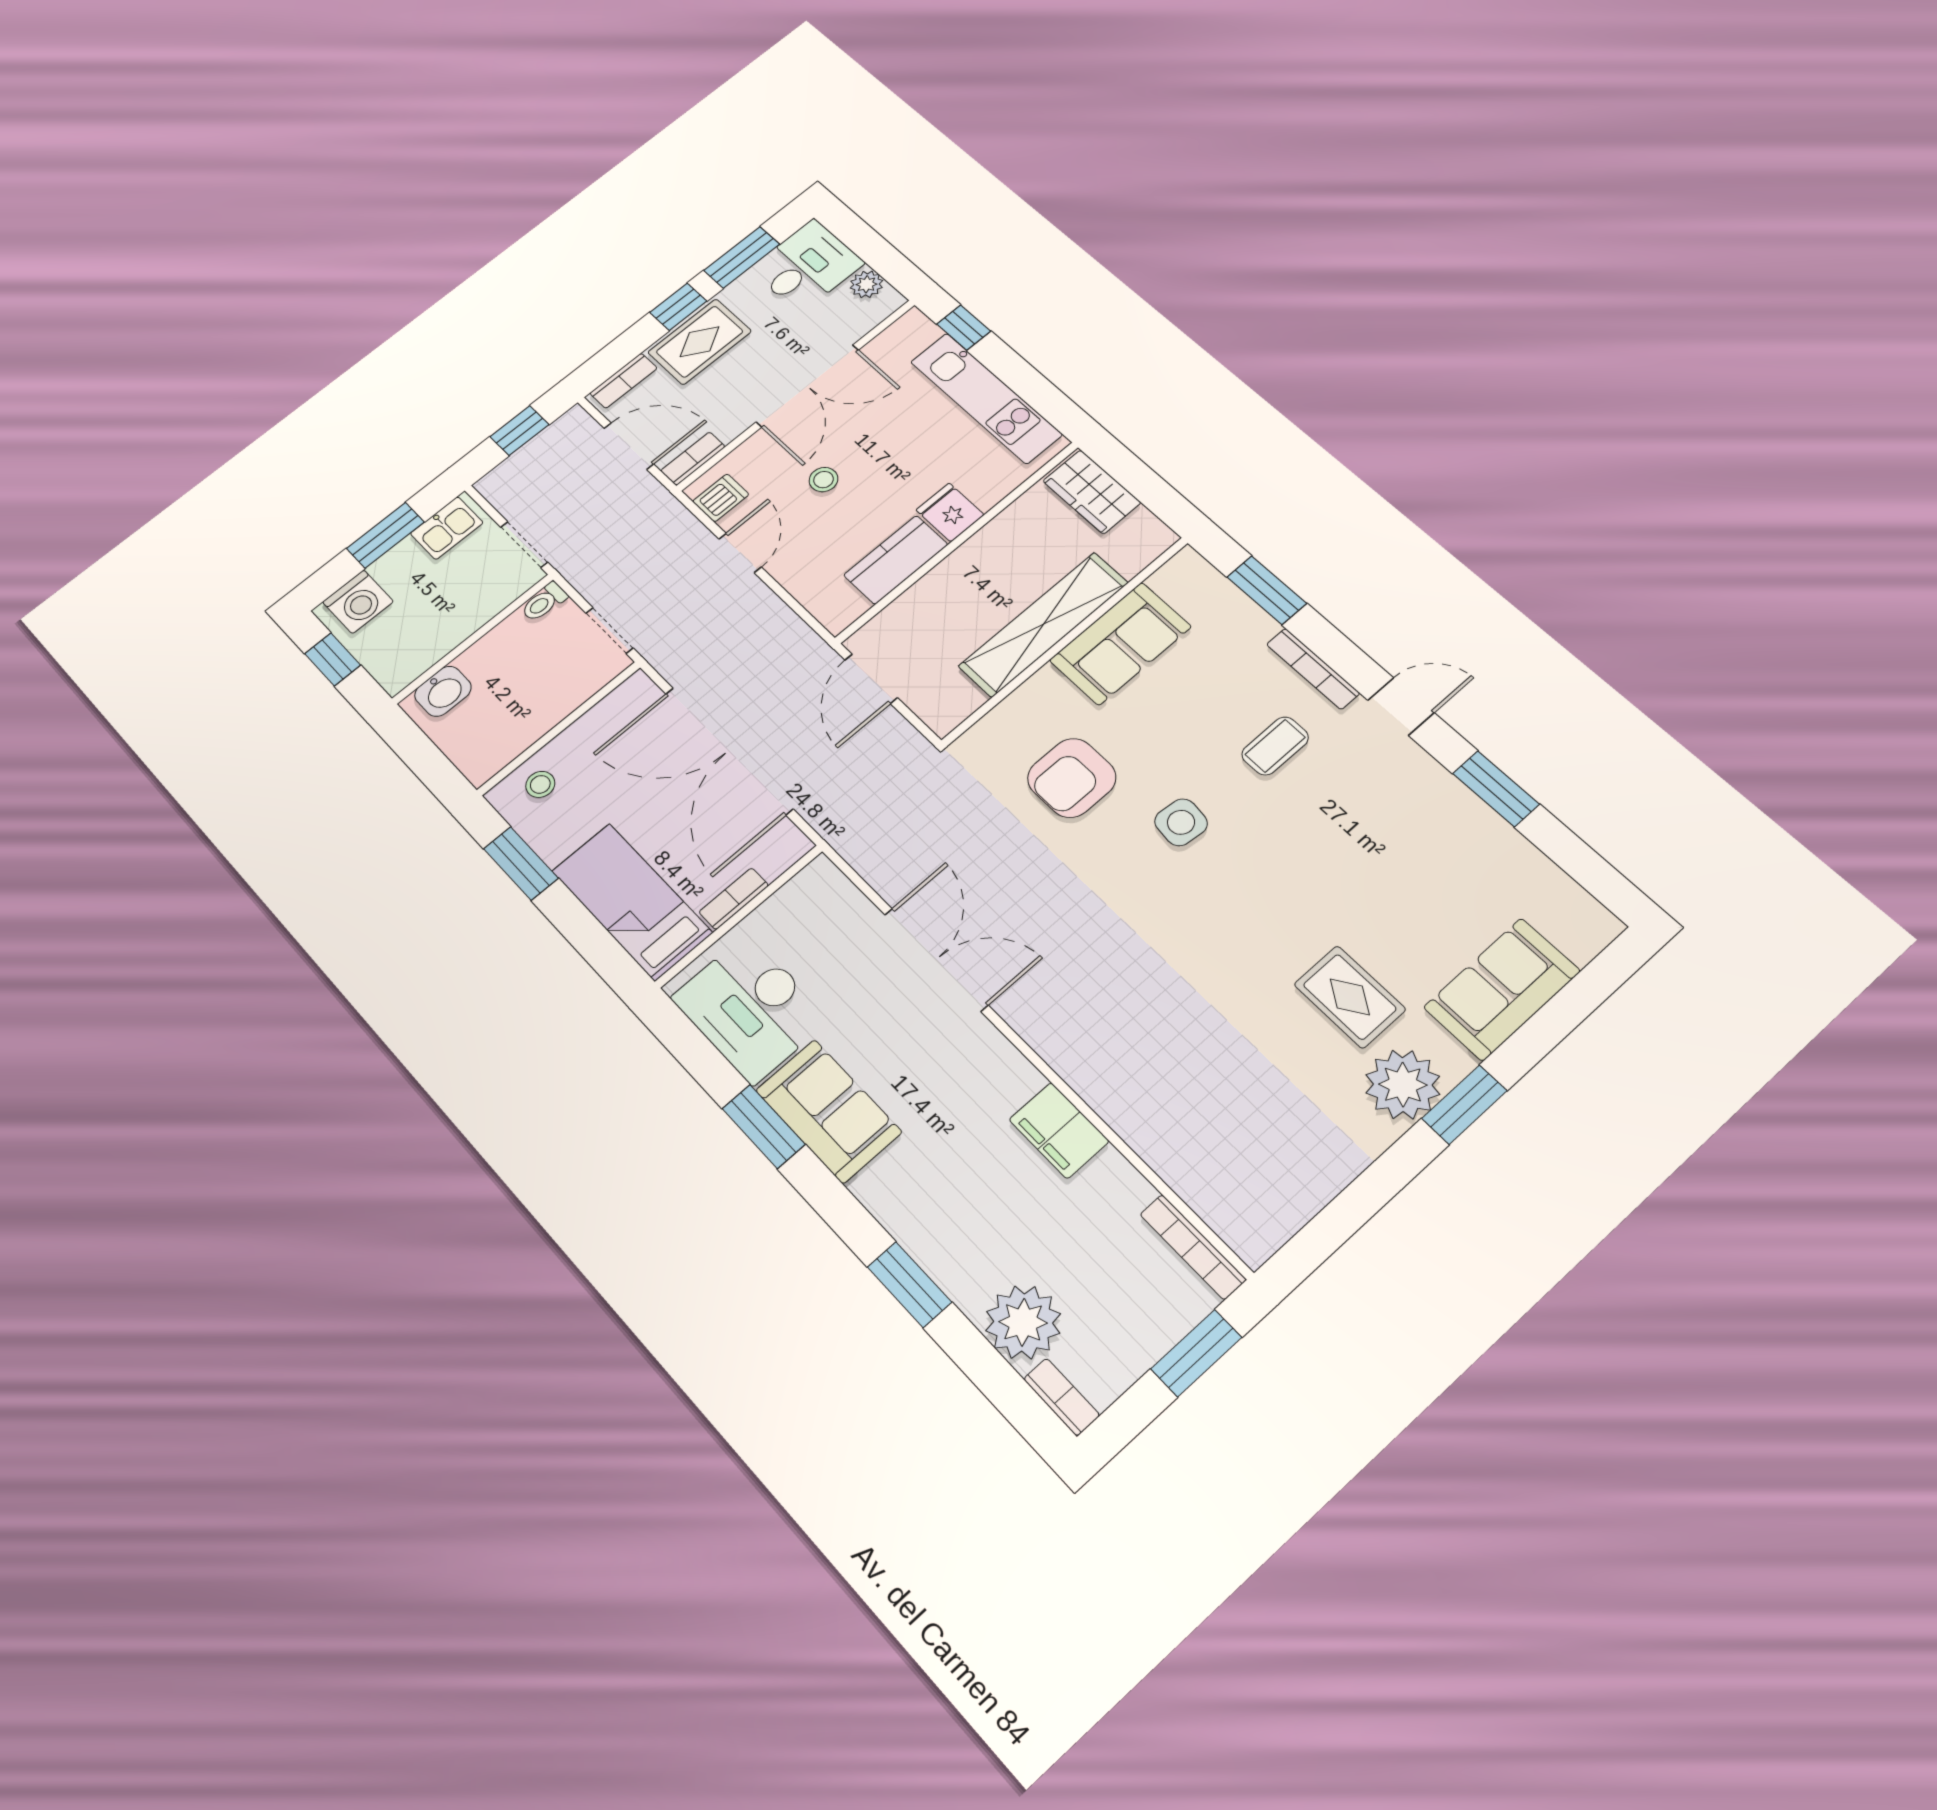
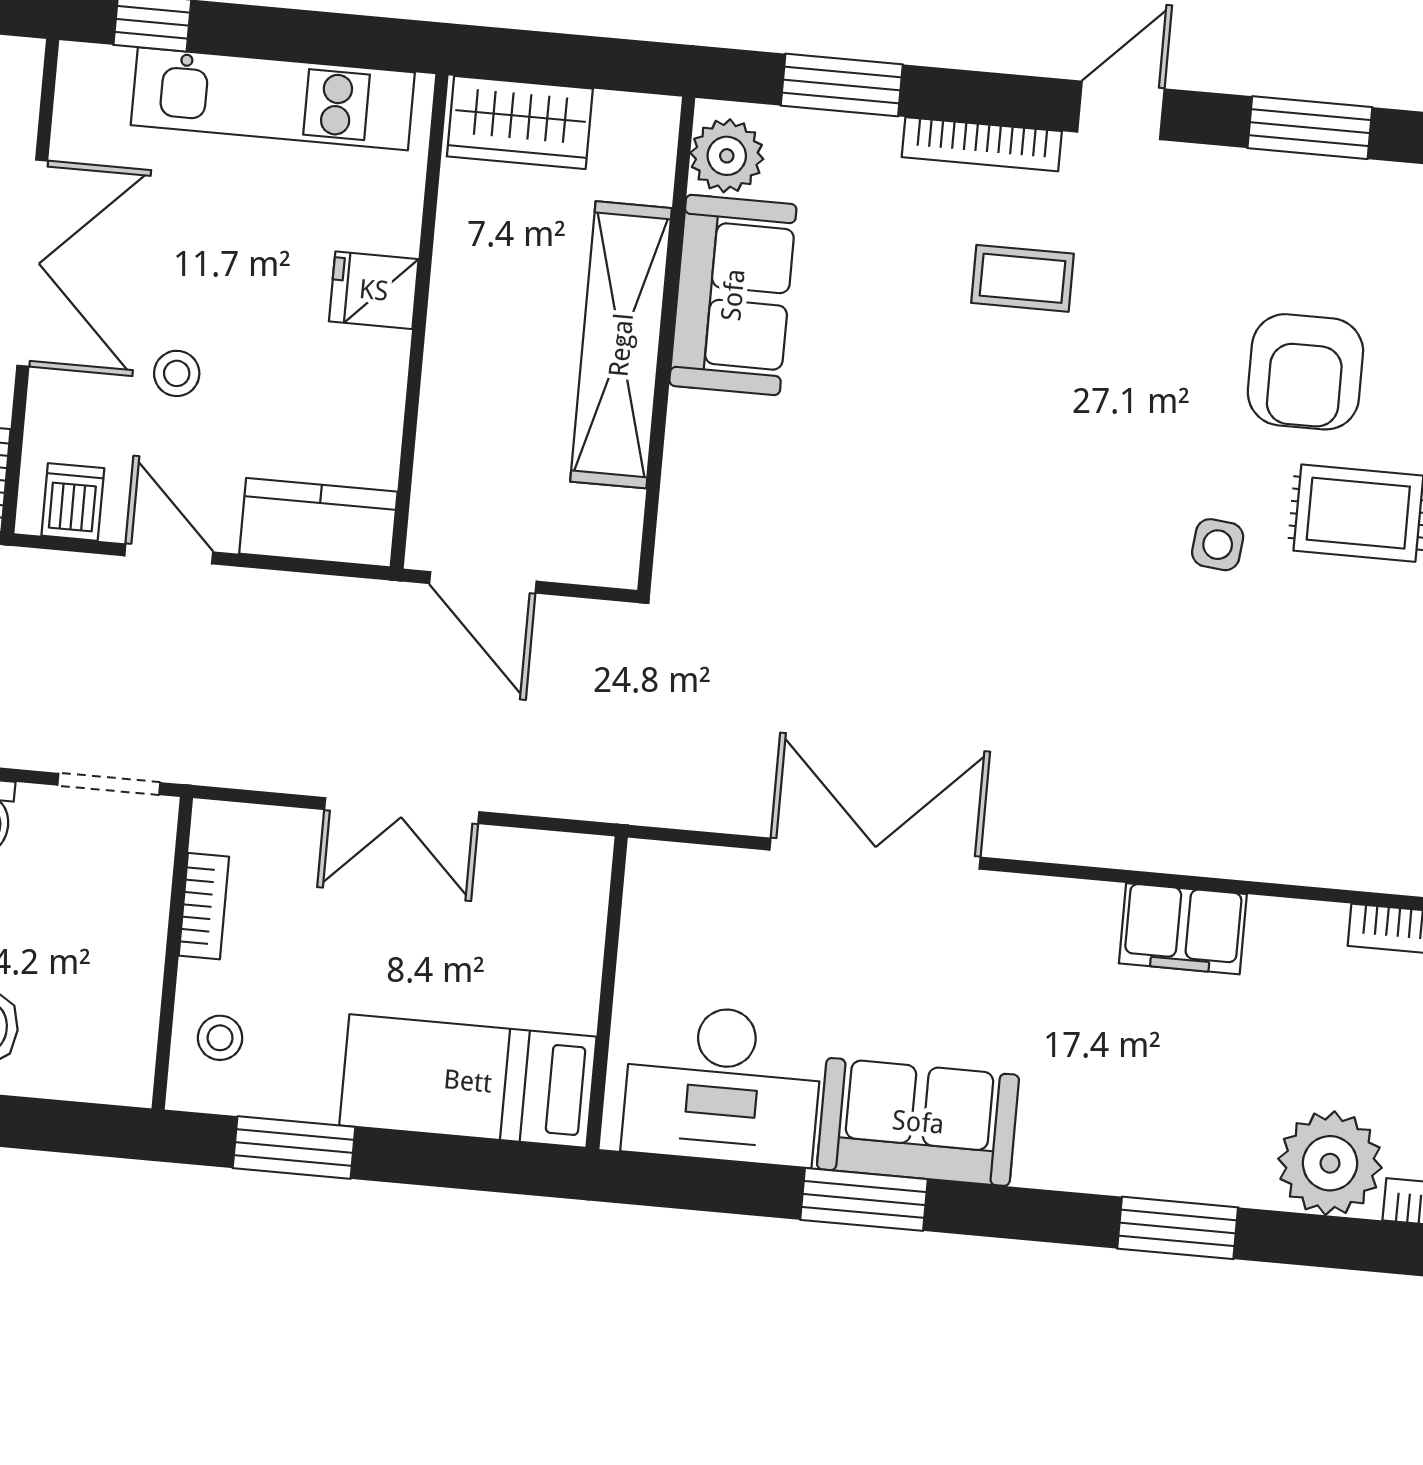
kitchen counter: (896, 560) -> (318, 523), moved, turned 90
plant: (1178, 580) -> (727, 156), added
coffee table: (1275, 746) -> (1023, 278), turned 90
double door: (729, 751) -> (402, 811), width x0.54
armchair: (1072, 778) -> (1305, 372), moved
side table: (1181, 822) -> (1218, 545), moved, width x0.73, depth x0.73
bookcase: (734, 899) -> (204, 906), moved, turned 180

